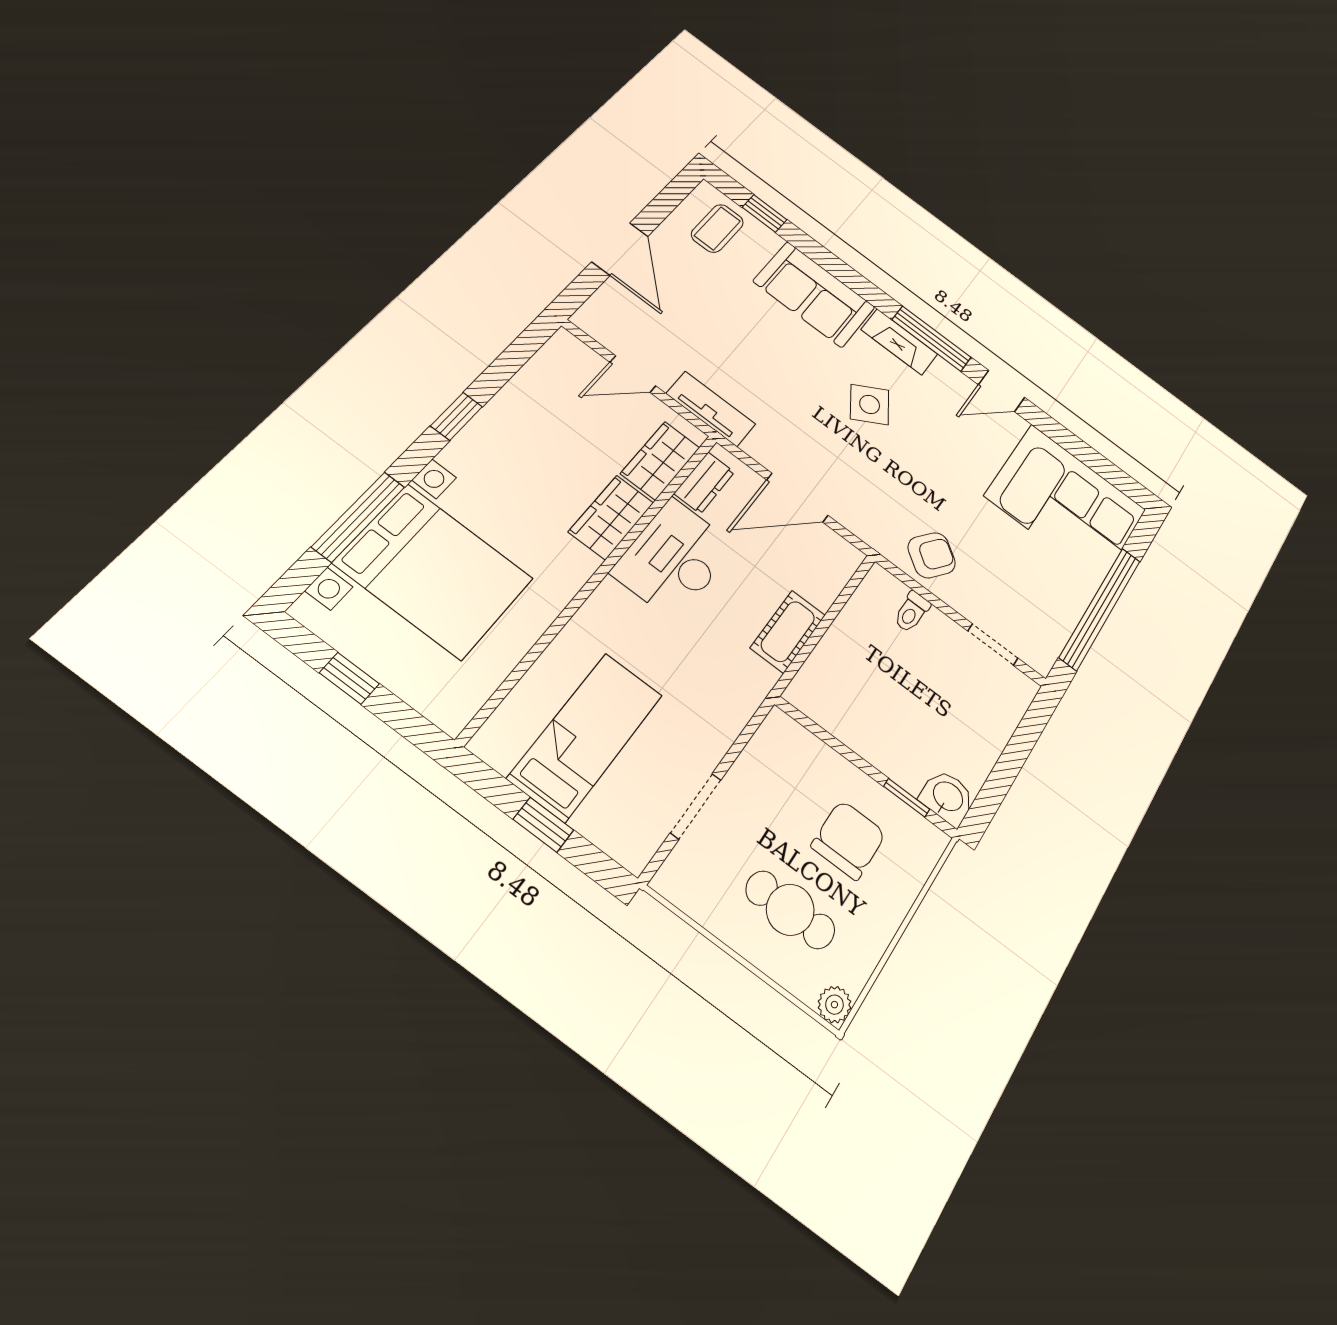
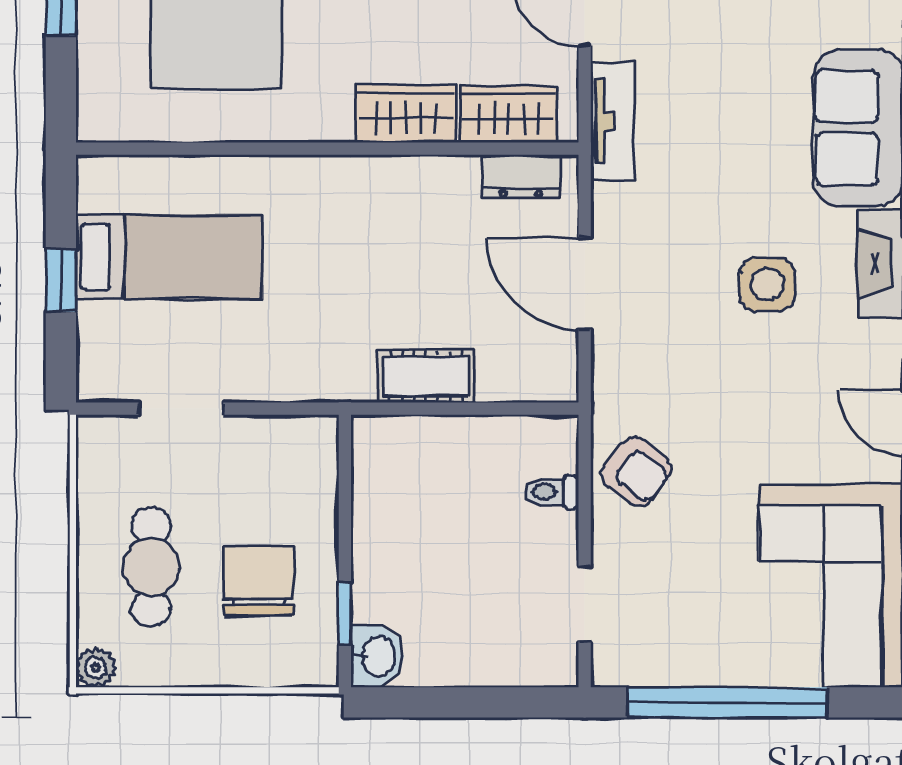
side table: (870, 404) -> (767, 284), turned 32
desk: (674, 559) -> (411, 207), removed
chair: (849, 840) -> (259, 581), turned -90

